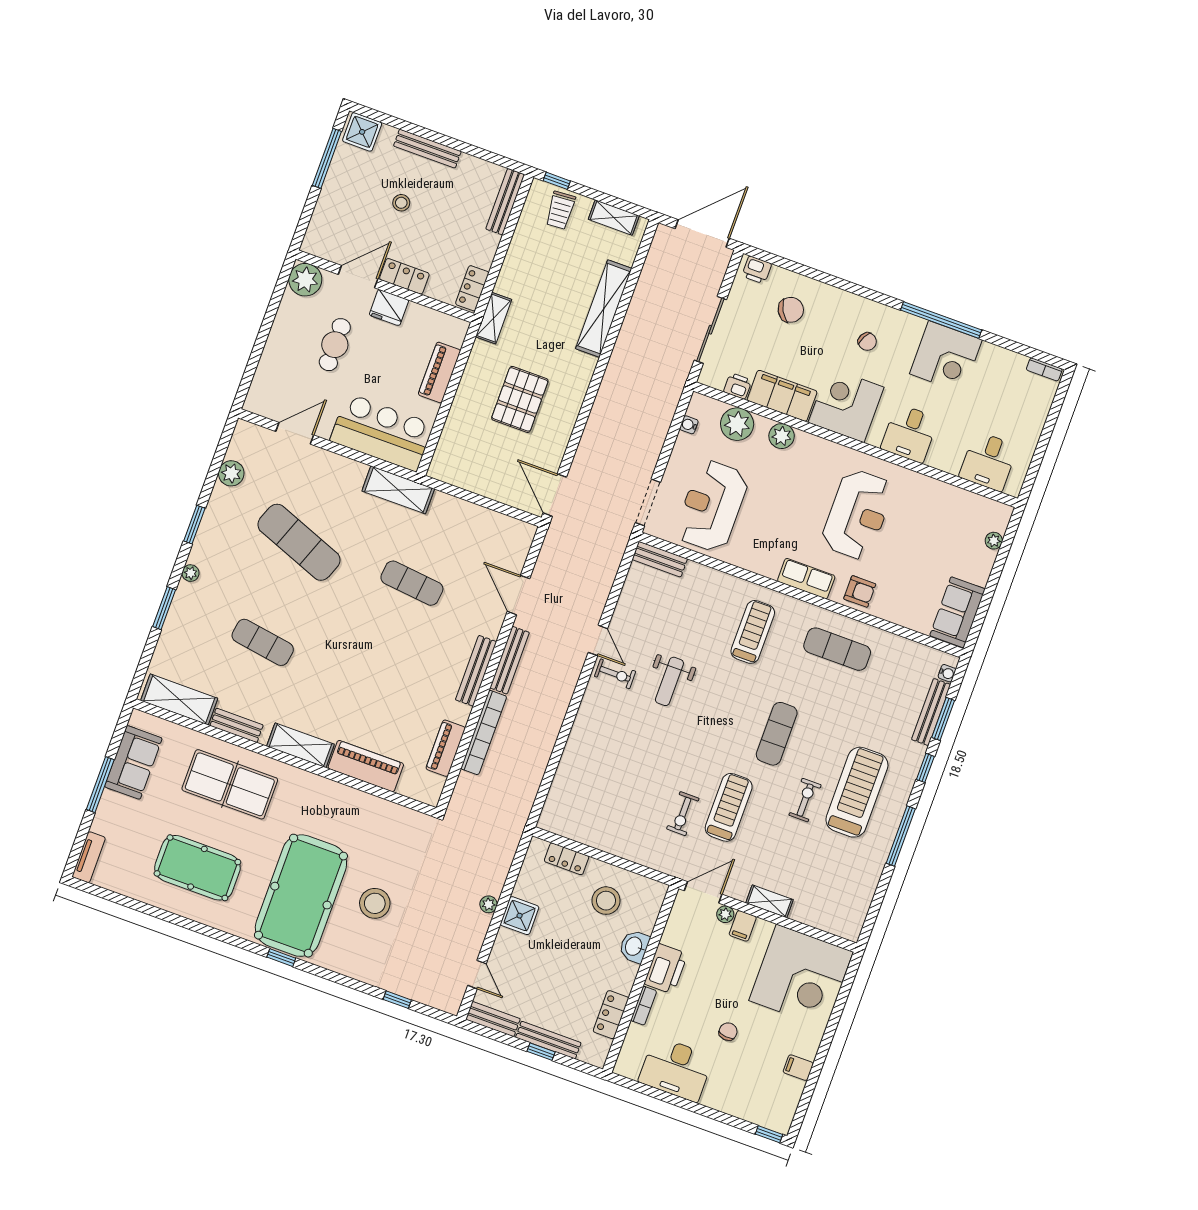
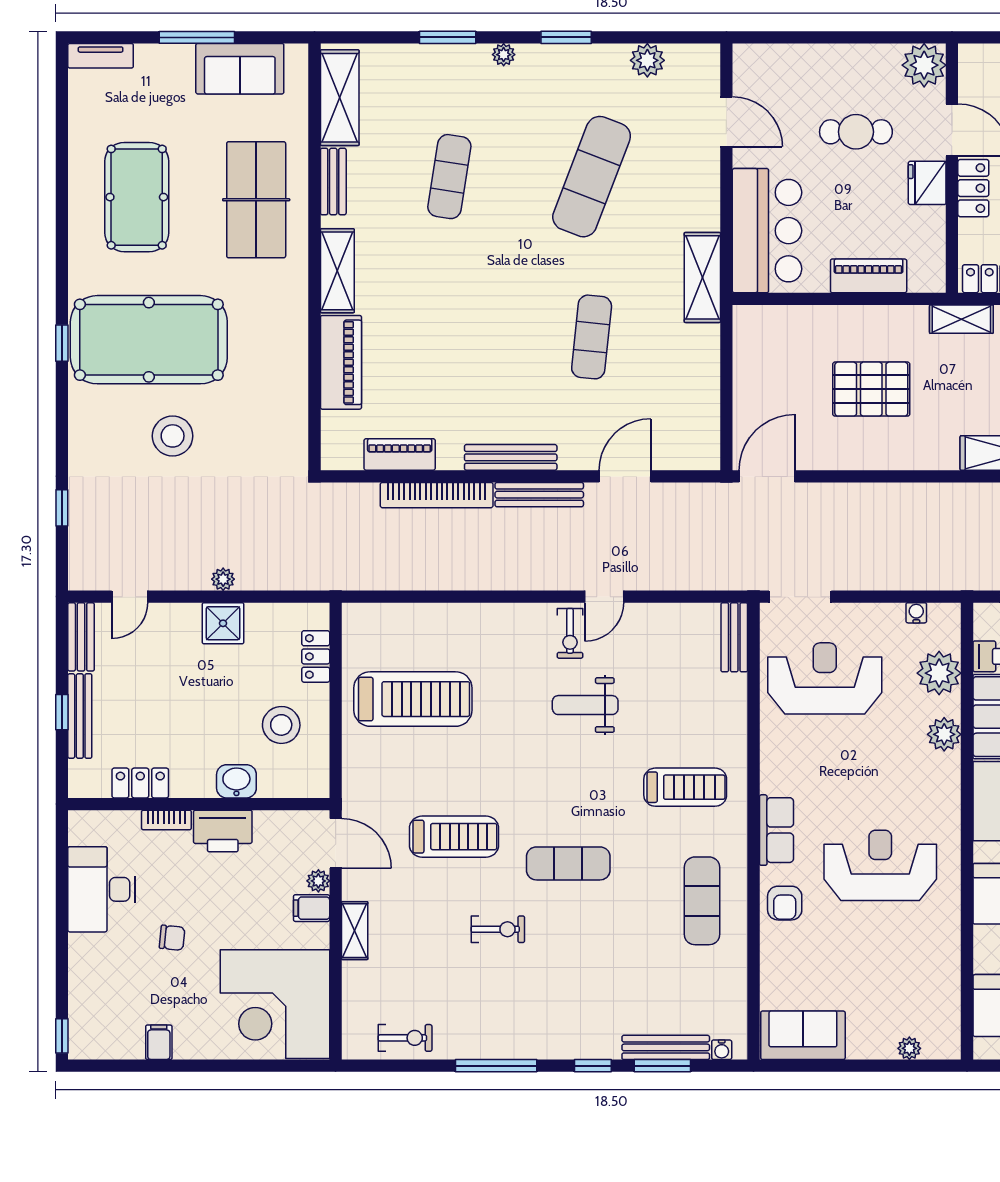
reception desk: (858, 515) -> (880, 865), turned 180
treadmill: (857, 792) -> (413, 699), moved
exercise bike: (683, 814) -> (405, 1038), moved, turned 180

